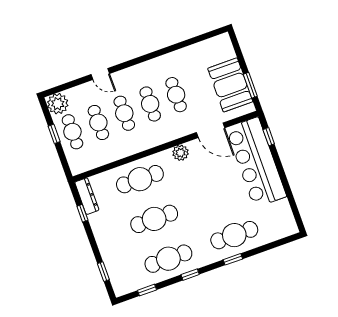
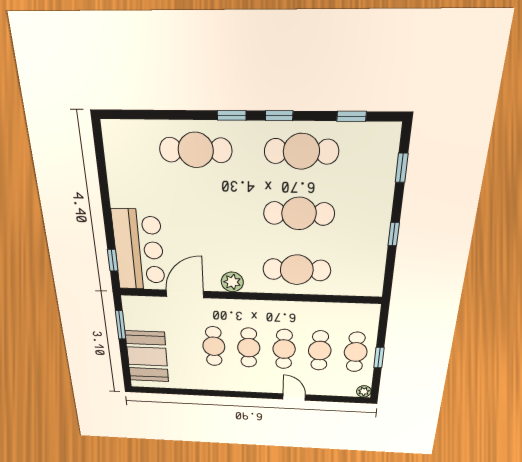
booth: (230, 85) -> (147, 356), moved
plant: (58, 104) -> (364, 391), width x0.53, depth x0.53
door: (211, 130) -> (185, 294), hinge flipped
bar counter: (256, 162) -> (139, 250), width x0.73
dresser: (87, 196) -> (375, 275), removed
window: (82, 213) -> (394, 234), moved
window: (233, 259) -> (232, 115), moved

